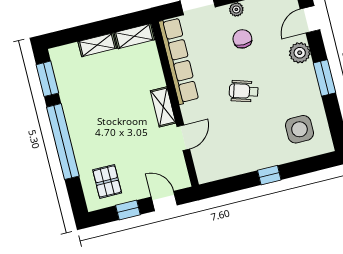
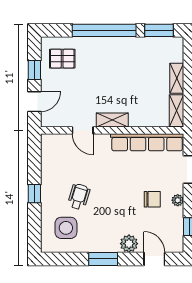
wheelchair: (244, 91) -> (79, 197), moved

